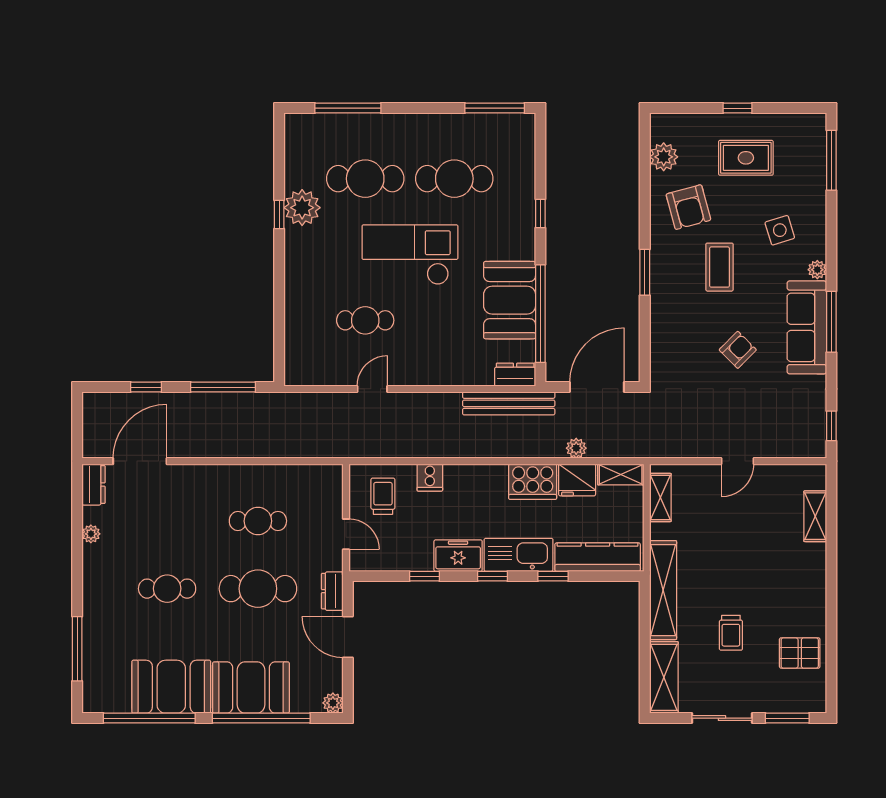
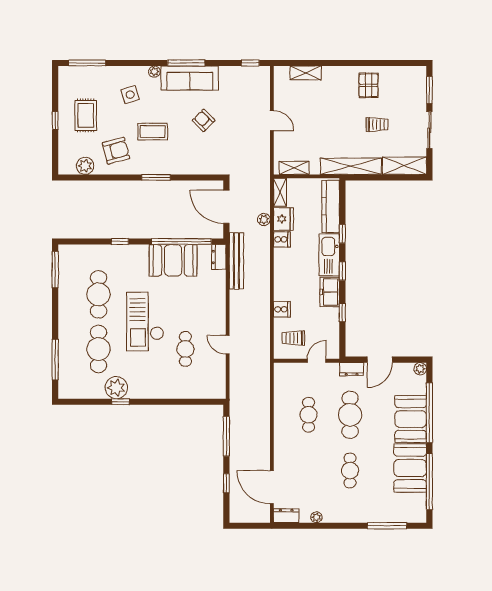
cooker: (533, 482) -> (282, 239), width x0.53, depth x0.76
pallet: (800, 653) -> (368, 85), moved

